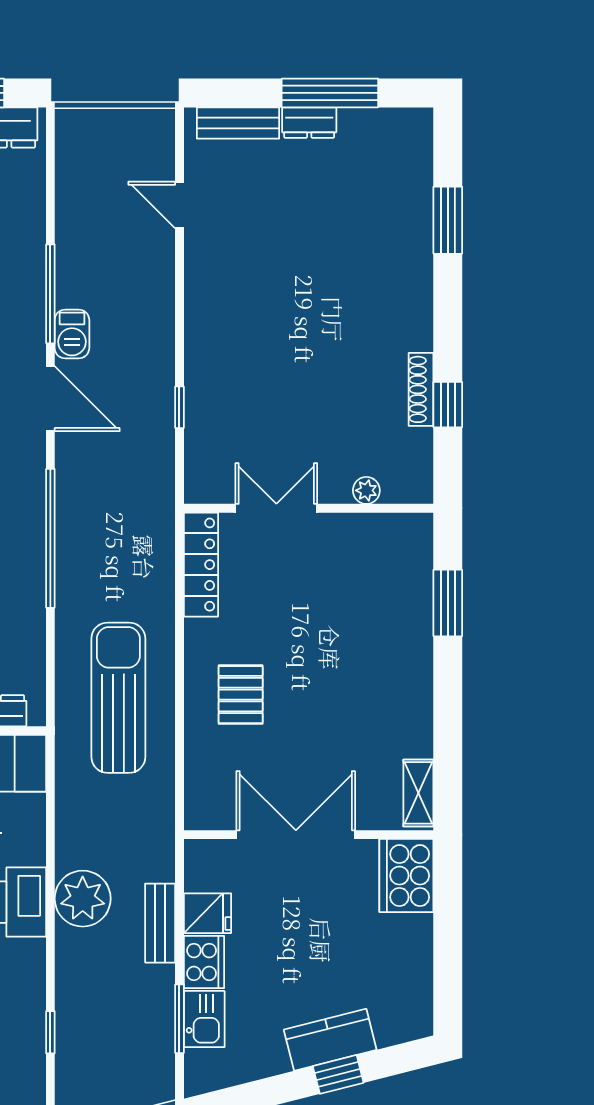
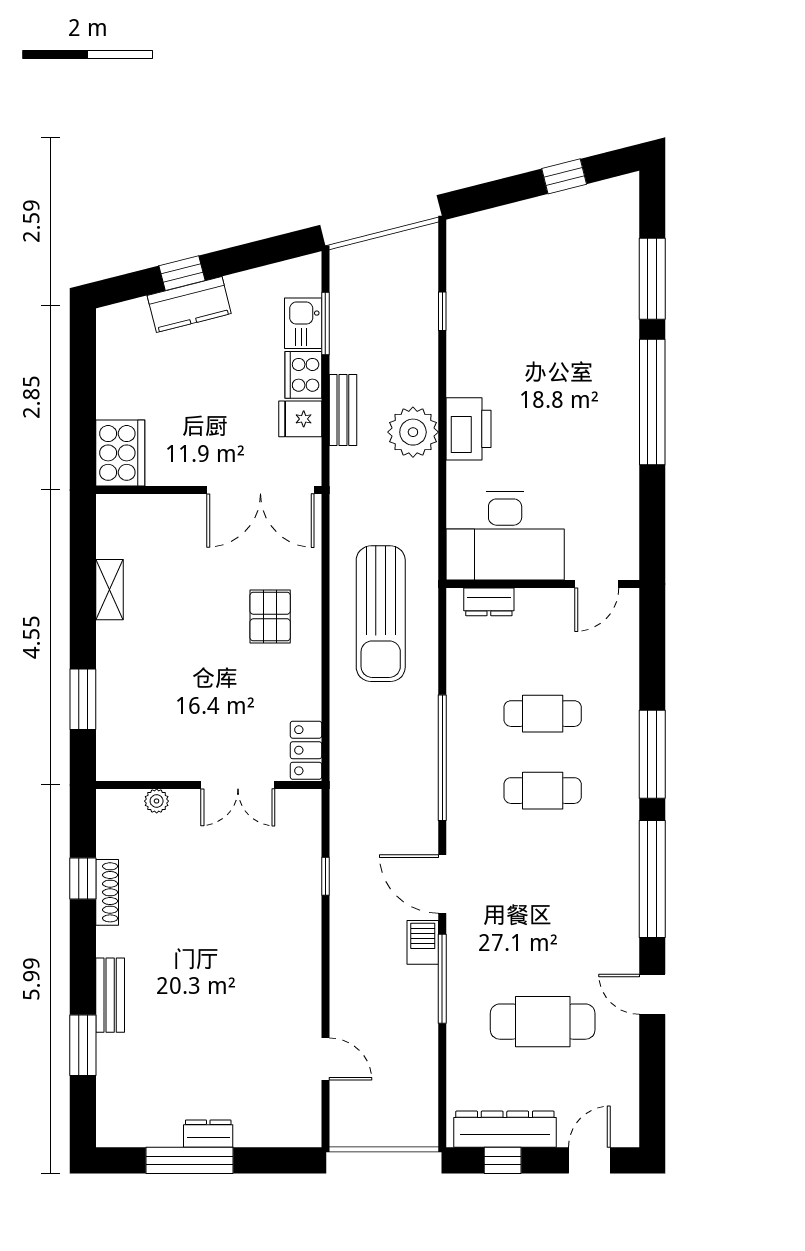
bench: (238, 123) -> (110, 995), moved, turned 90
locker: (201, 565) -> (306, 750), width x0.66
shelving: (418, 793) -> (110, 590), moved
double door: (296, 835) -> (260, 490), moved

